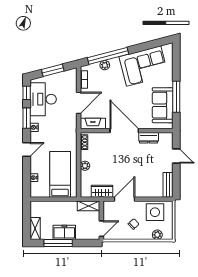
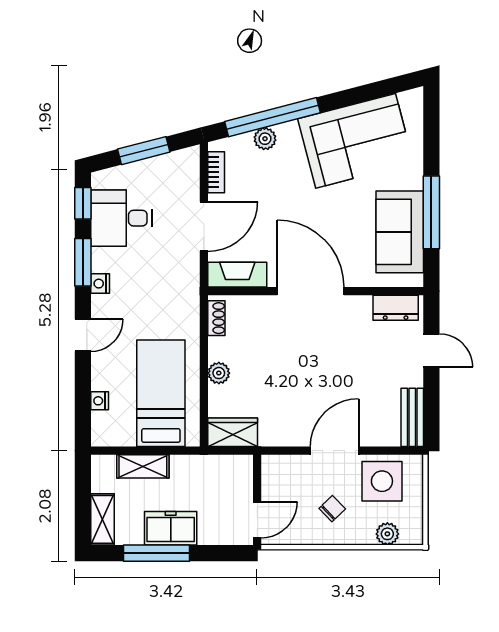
desk: (43, 99) -> (121, 218), width x0.73
dresser: (149, 138) -> (396, 308), moved
wardrobe: (102, 191) -> (233, 432), moved
door: (124, 199) -> (334, 451), moved
shelving: (89, 206) -> (143, 466), moved

